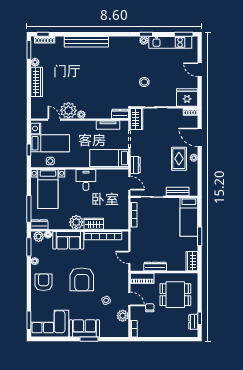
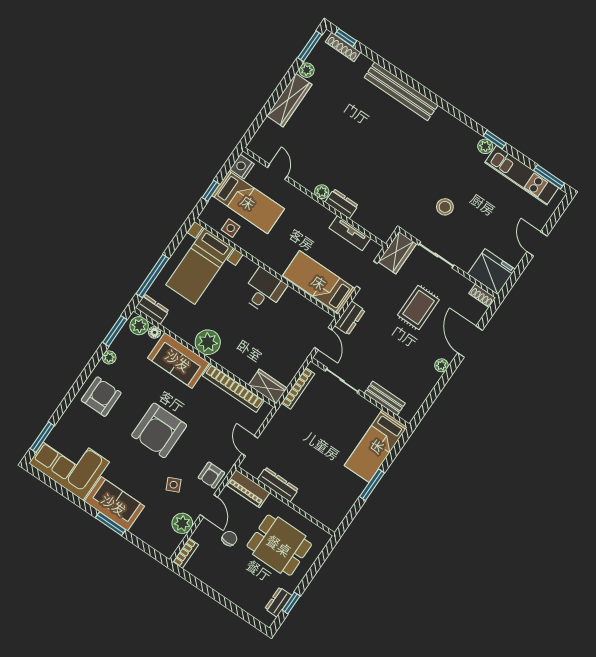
plant: (68, 110) -> (307, 173), removed
dresser: (120, 114) -> (342, 204), moved
rug: (179, 159) -> (418, 307), moved
wardrobe: (94, 224) -> (268, 387), moved
wardrobe: (192, 261) -> (336, 513), removed
armchair: (121, 284) -> (211, 475), added

